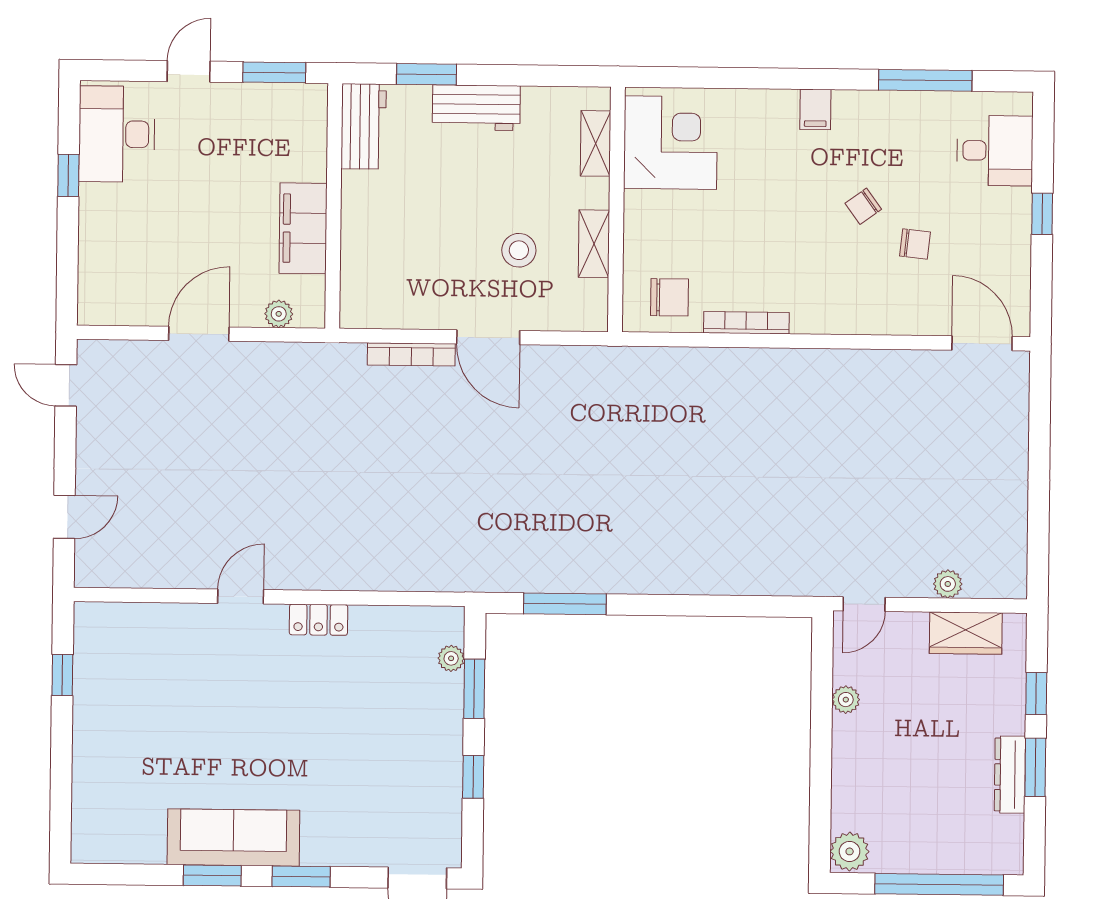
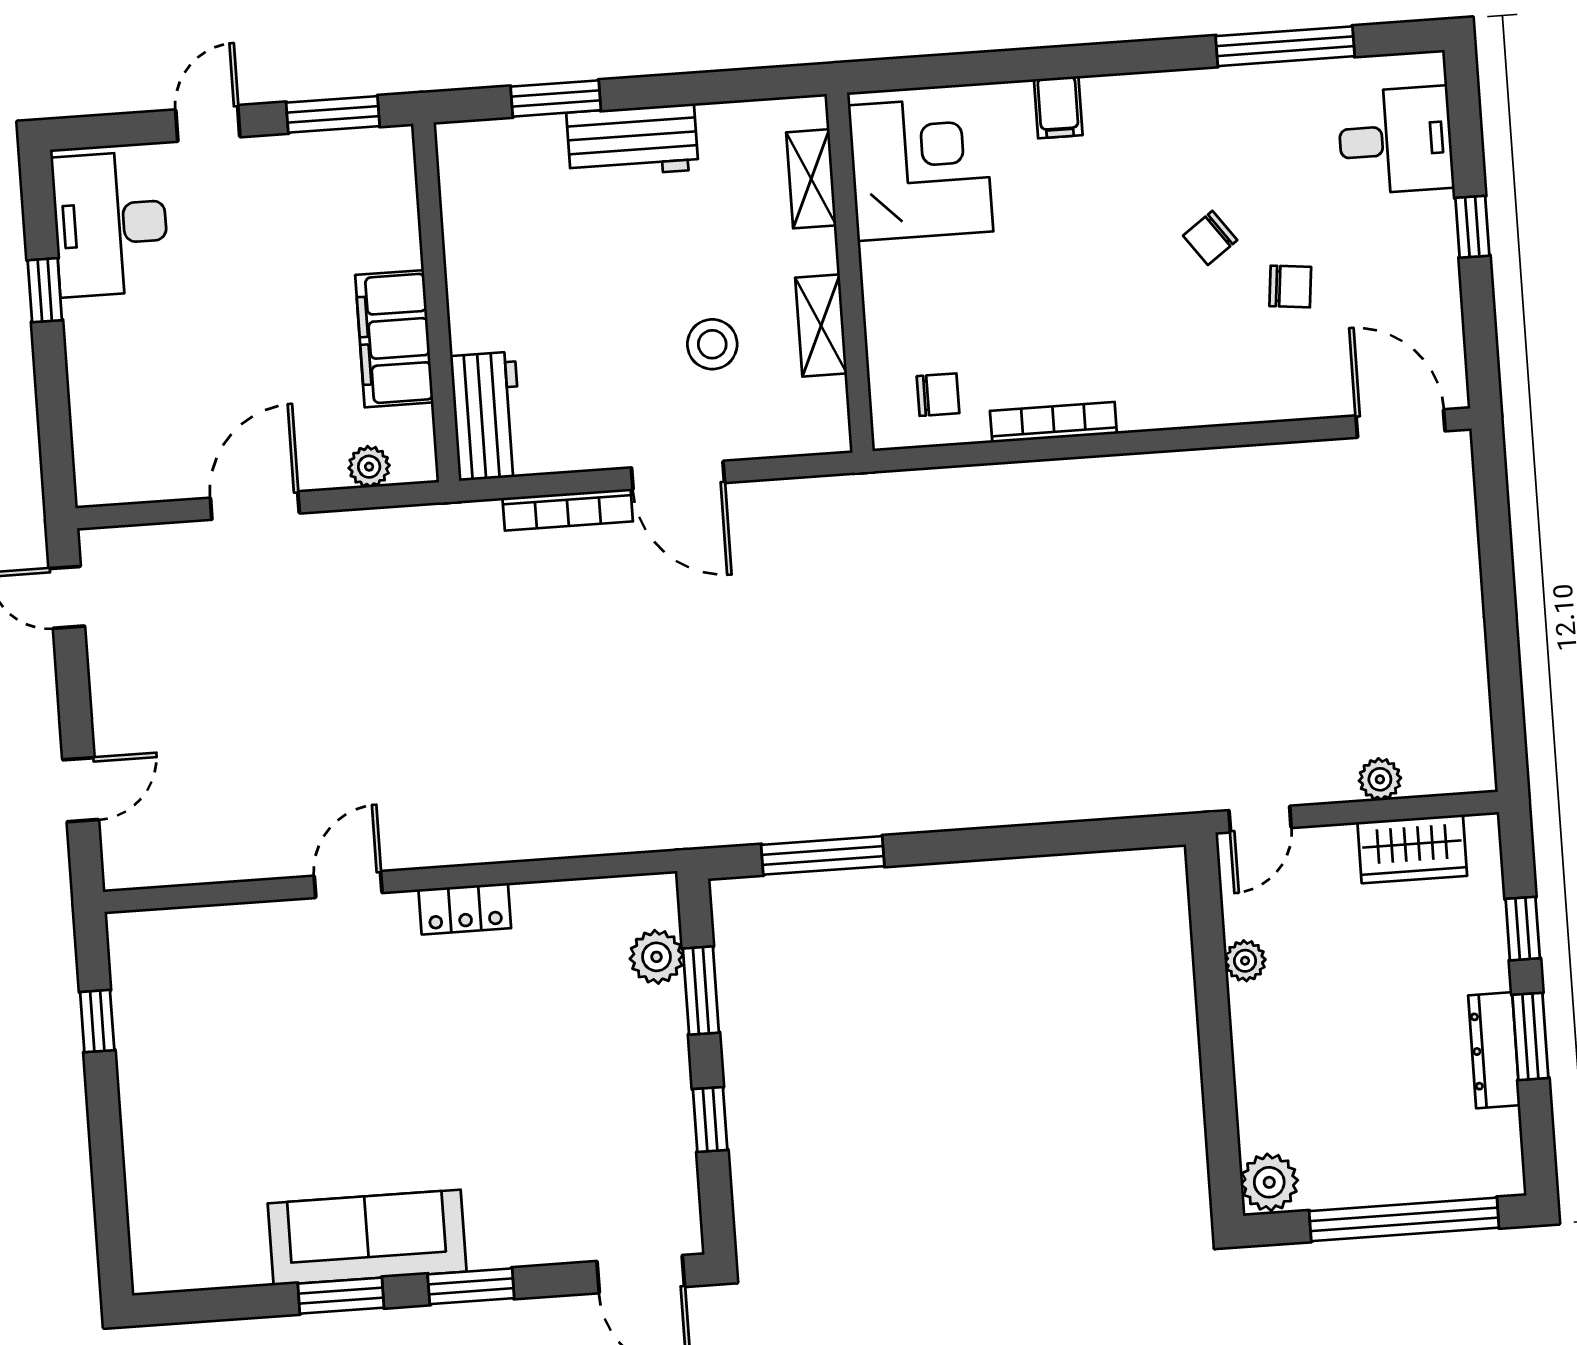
filing cabinet: (815, 109) -> (1058, 107), moved
workbench: (364, 126) -> (487, 416), moved
chair: (669, 297) -> (938, 395), width x0.73, depth x0.73
plant: (451, 658) -> (656, 957), width x1.38, depth x1.38

